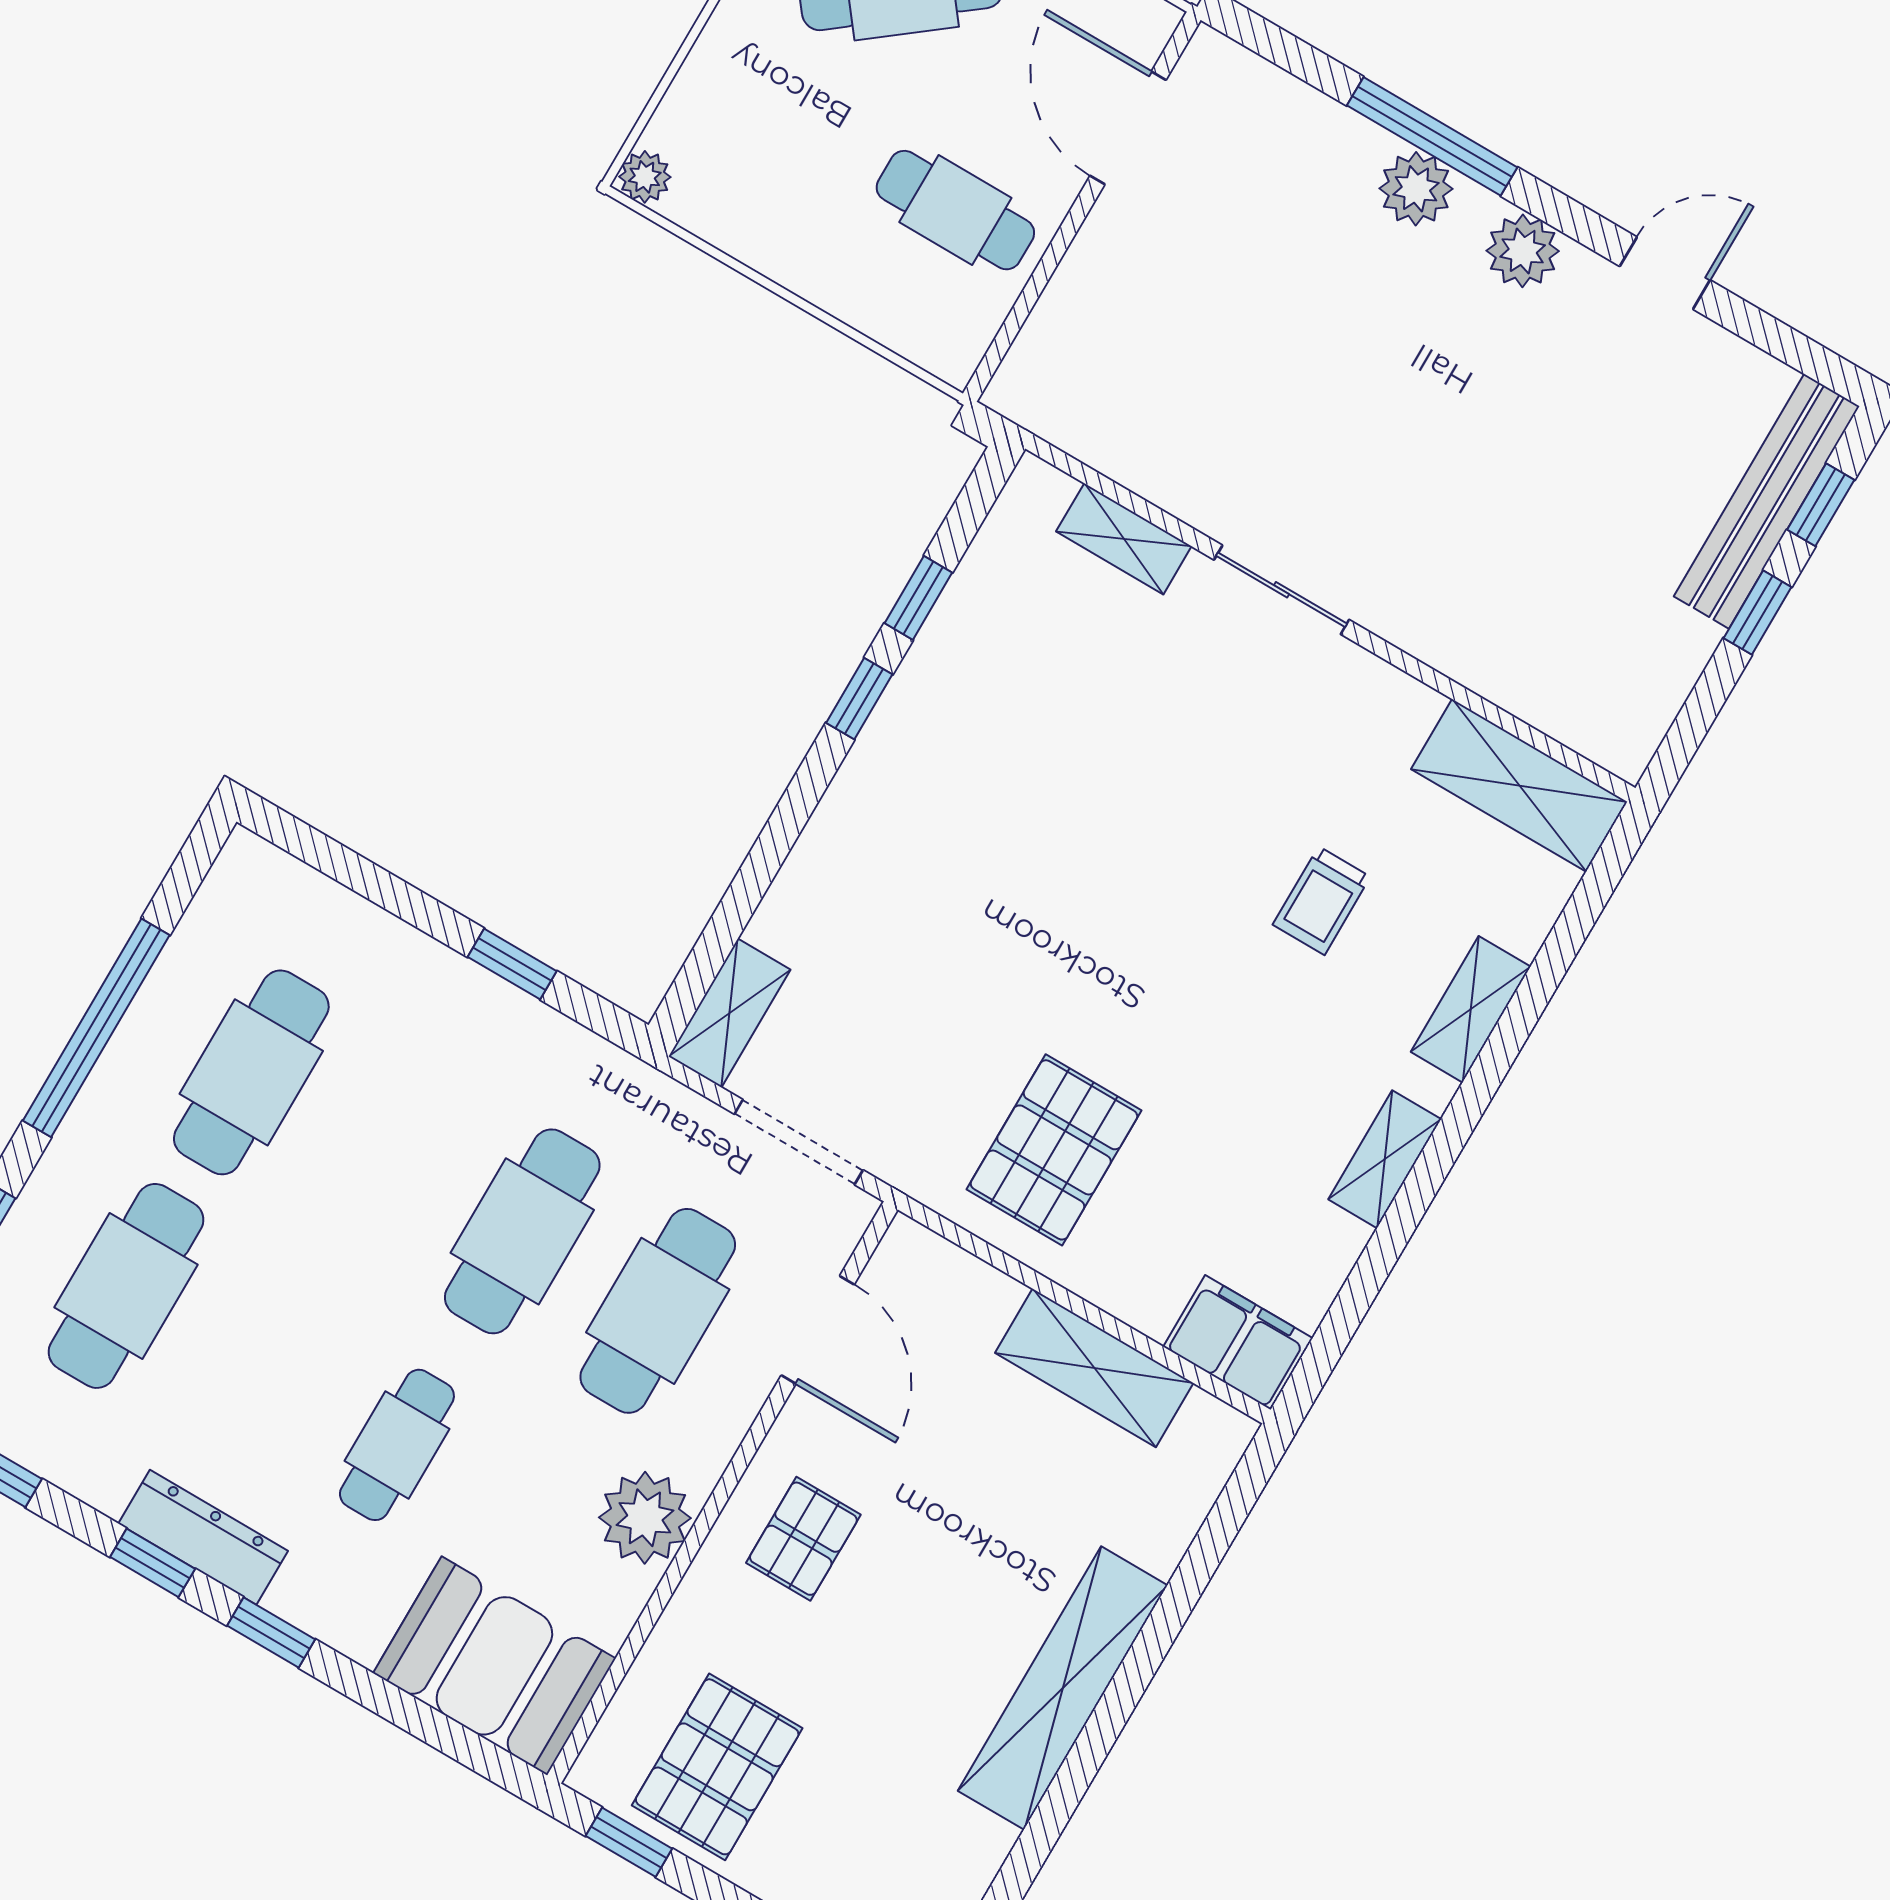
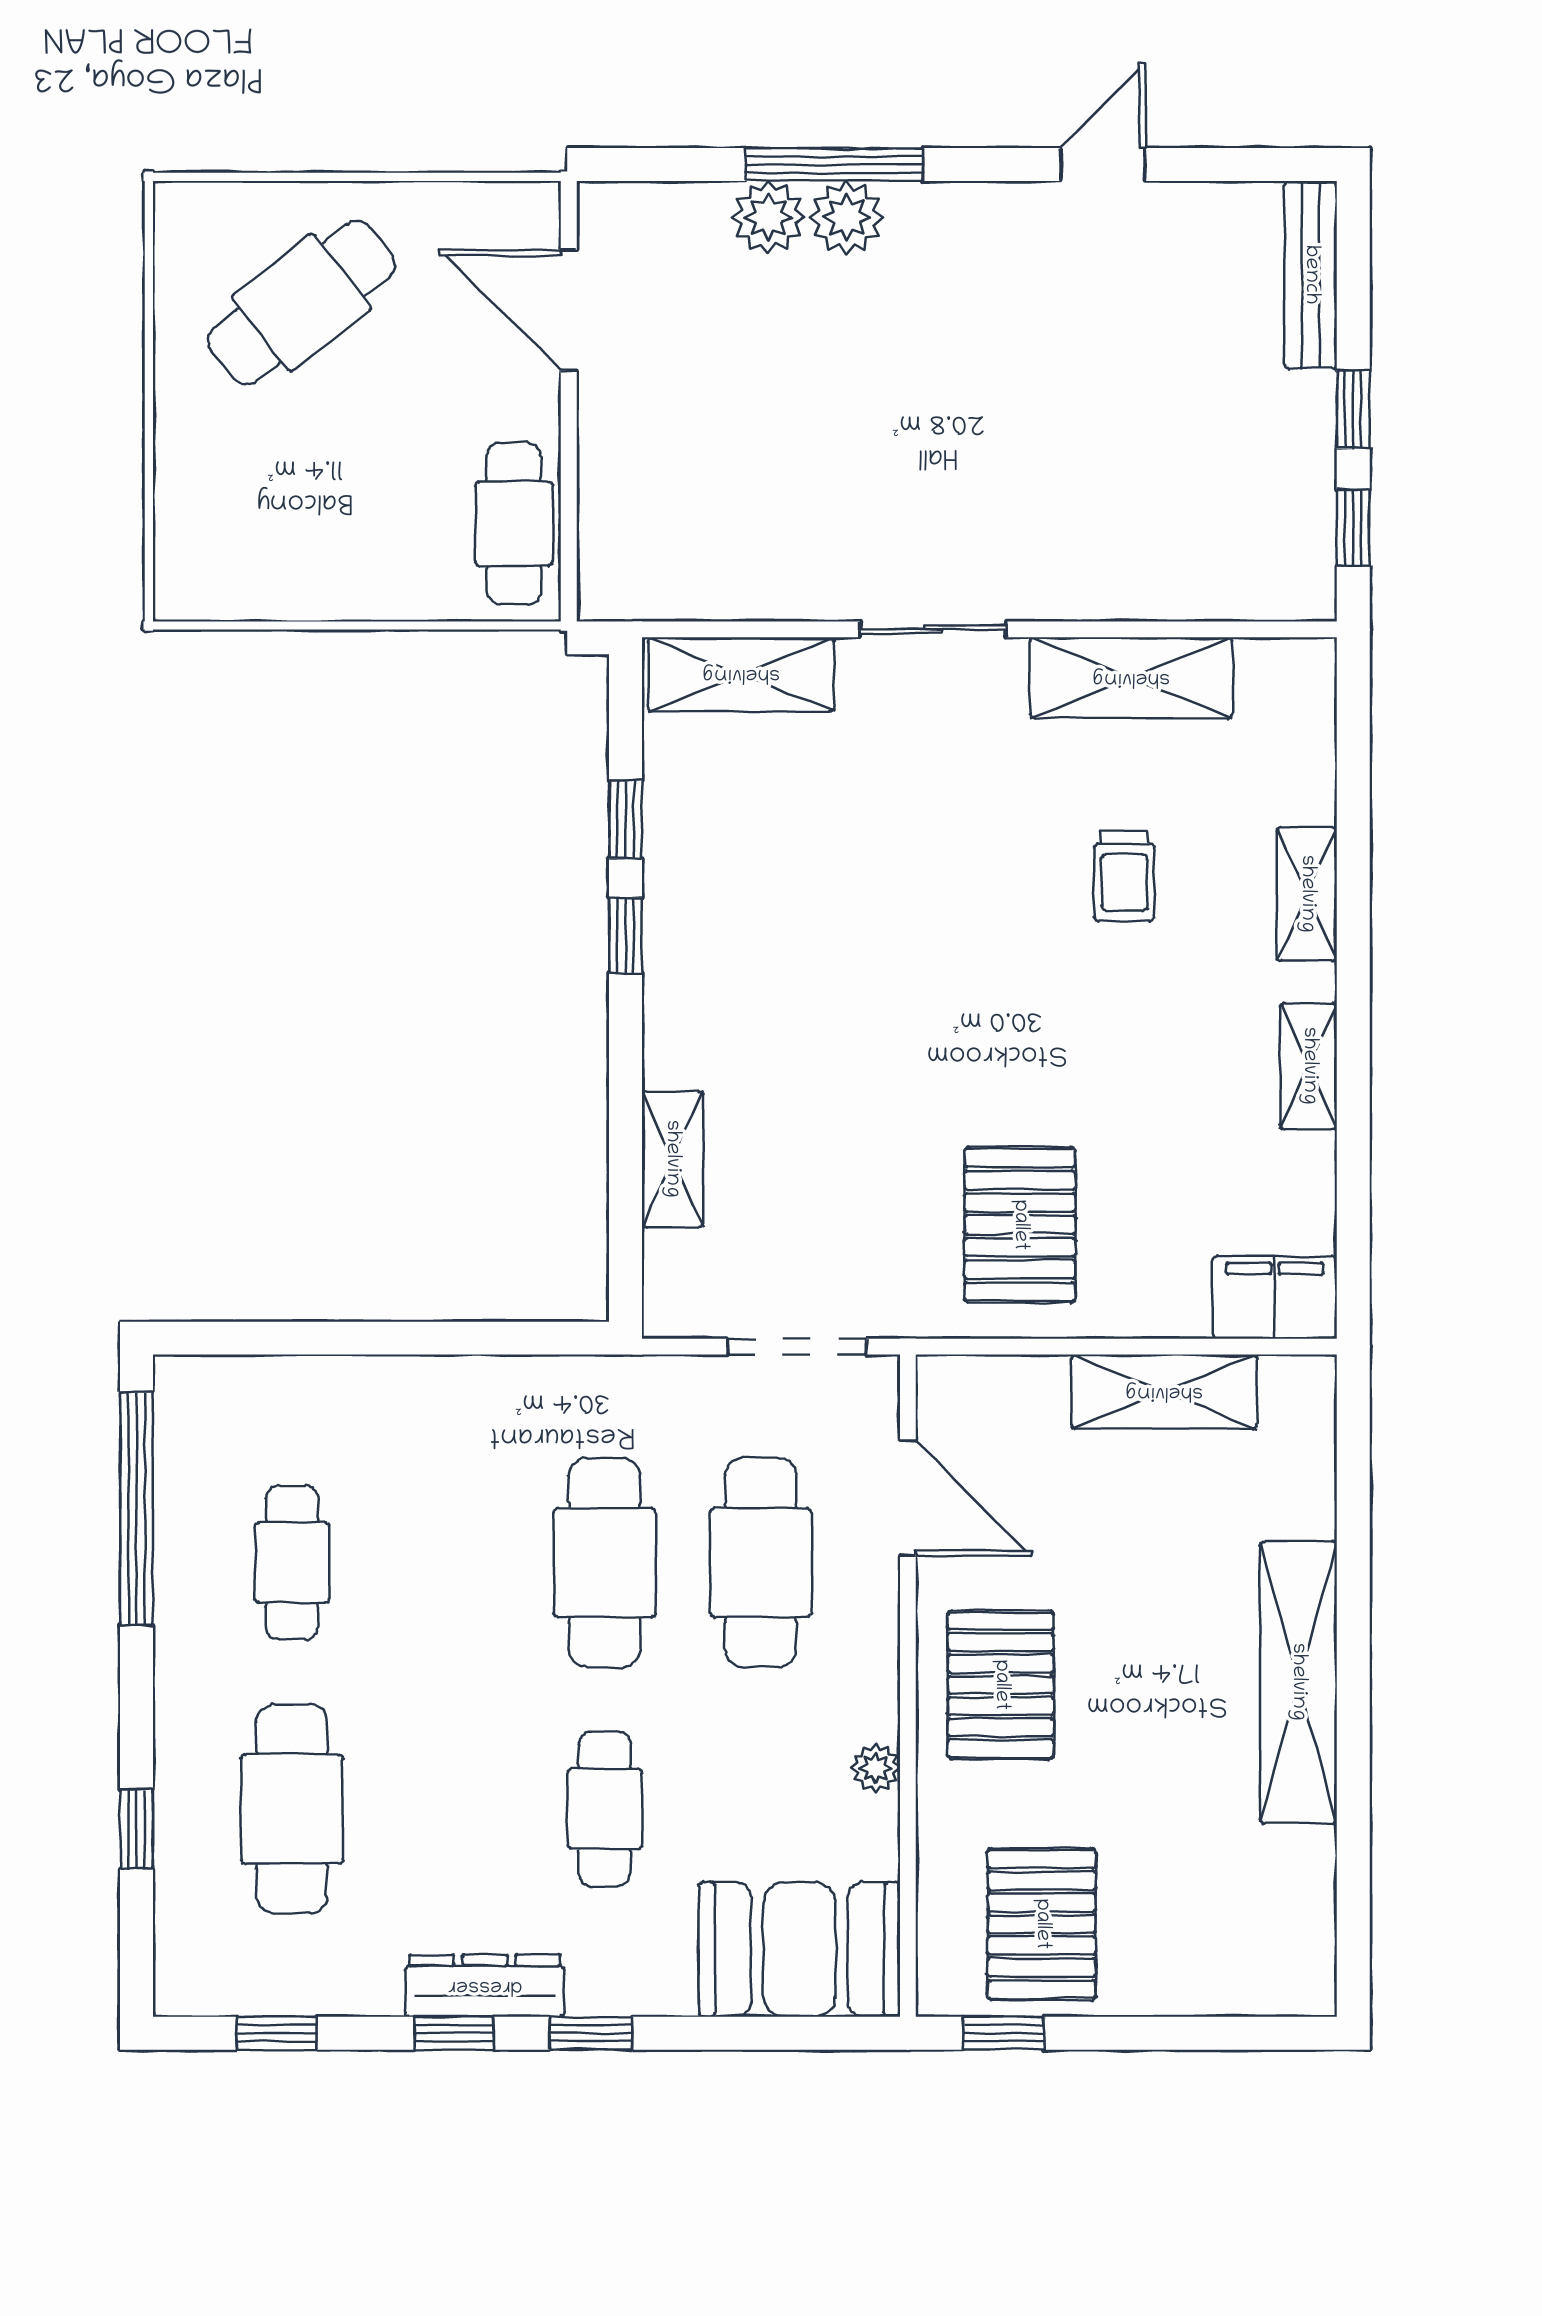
plant: (645, 177) -> (179, 596), removed
cafe table: (955, 210) -> (514, 524), moved, turned 90
plant: (1523, 251) -> (768, 217), moved
bench: (1767, 501) -> (1311, 275), width x0.73, depth x0.82
window: (1821, 505) -> (1353, 528), moved
shelving: (1124, 539) -> (741, 674), width x1.50, depth x1.33
shelving: (1519, 785) -> (1131, 678), moved
window: (512, 964) -> (461, 1338), removed
shelving: (729, 1013) -> (672, 1159), moved
window: (96, 1028) -> (136, 1509), moved
cafe table: (251, 1072) -> (292, 1563), width x0.73, depth x0.74
plant: (645, 1518) -> (876, 1768), width x0.53, depth x0.53
pallet: (803, 1539) -> (1001, 1685), width x1.50, depth x1.42

